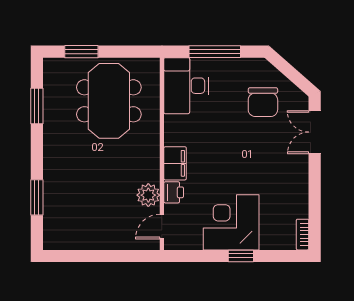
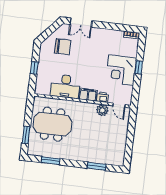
window: (215, 52) -> (34, 68), width x0.46
desk: (186, 86) -> (65, 86), moved

